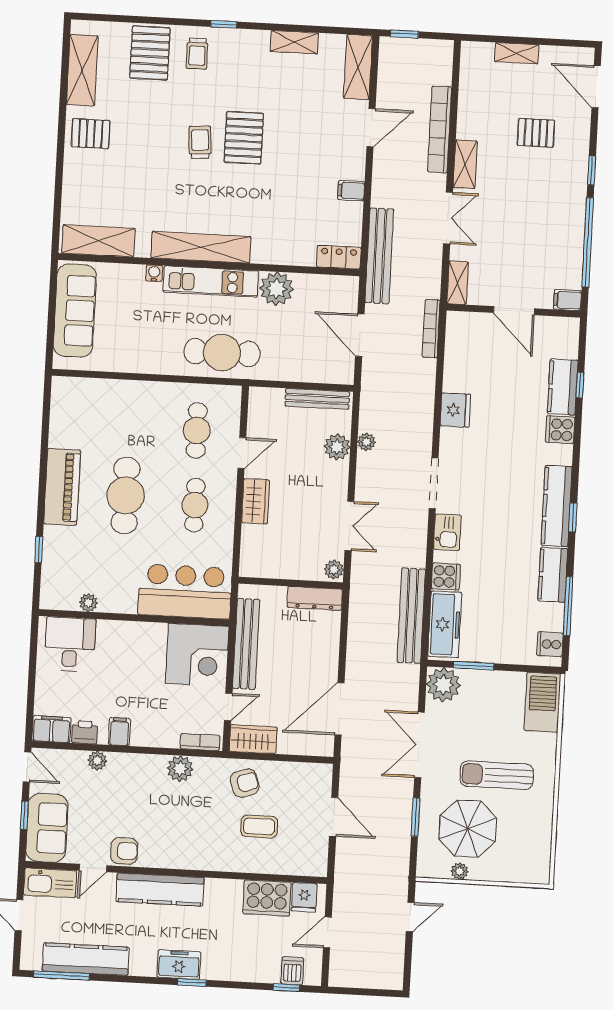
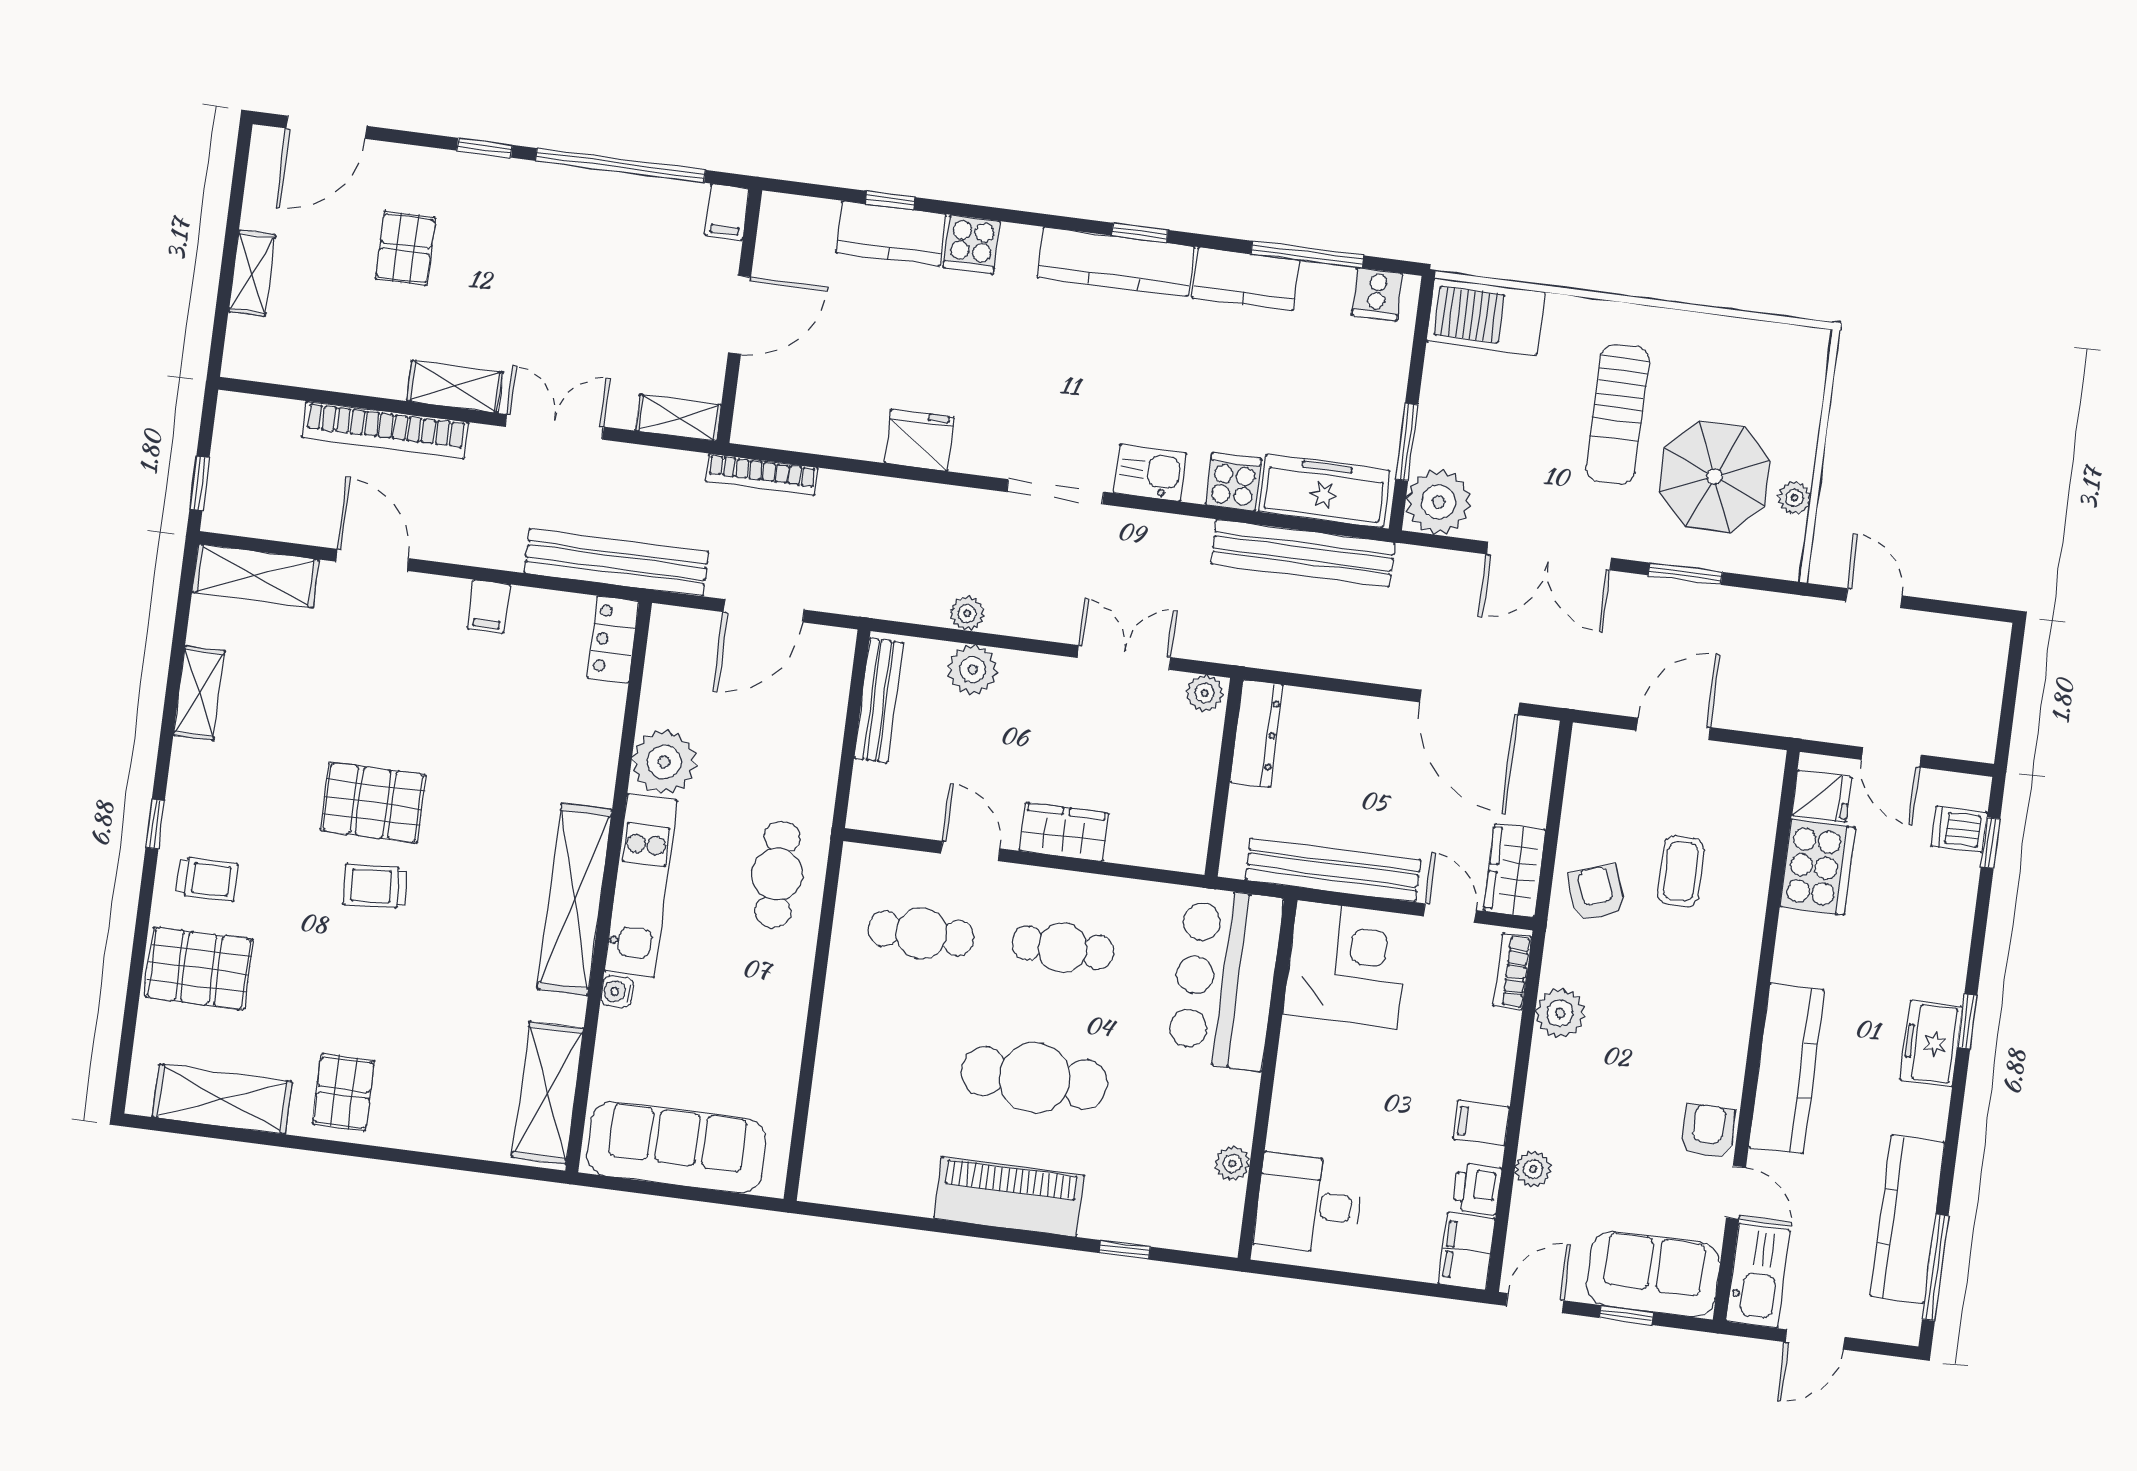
cafe table: (222, 353) -> (777, 874), width x0.73, depth x0.74

